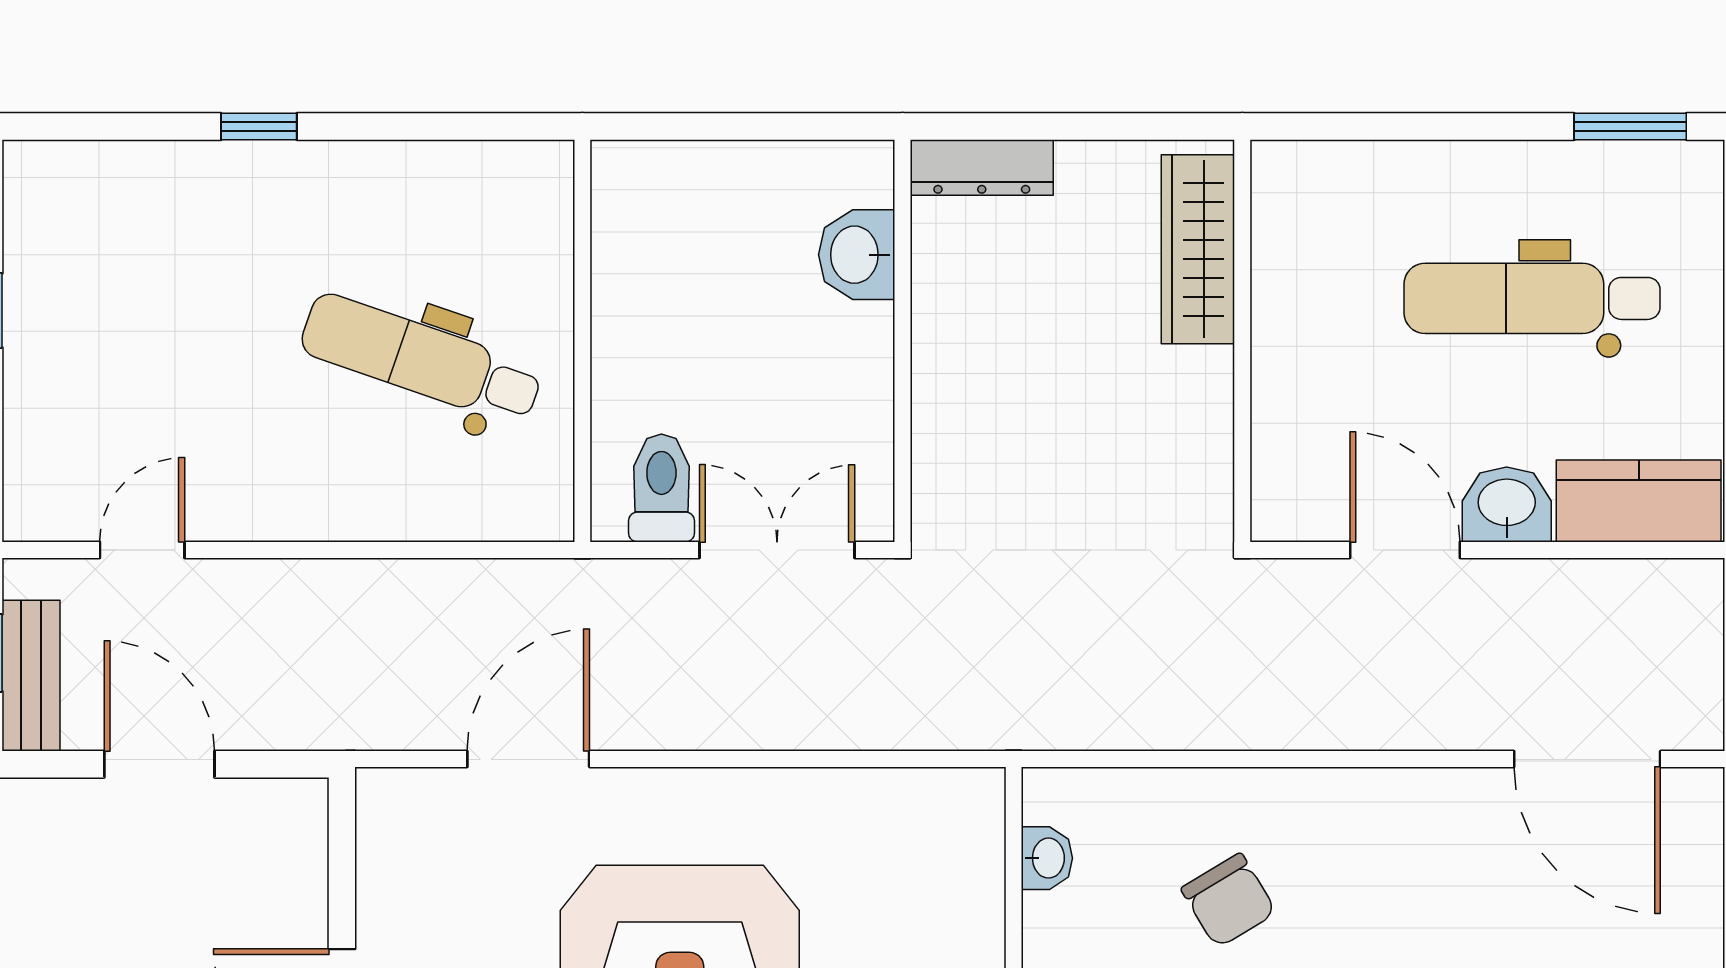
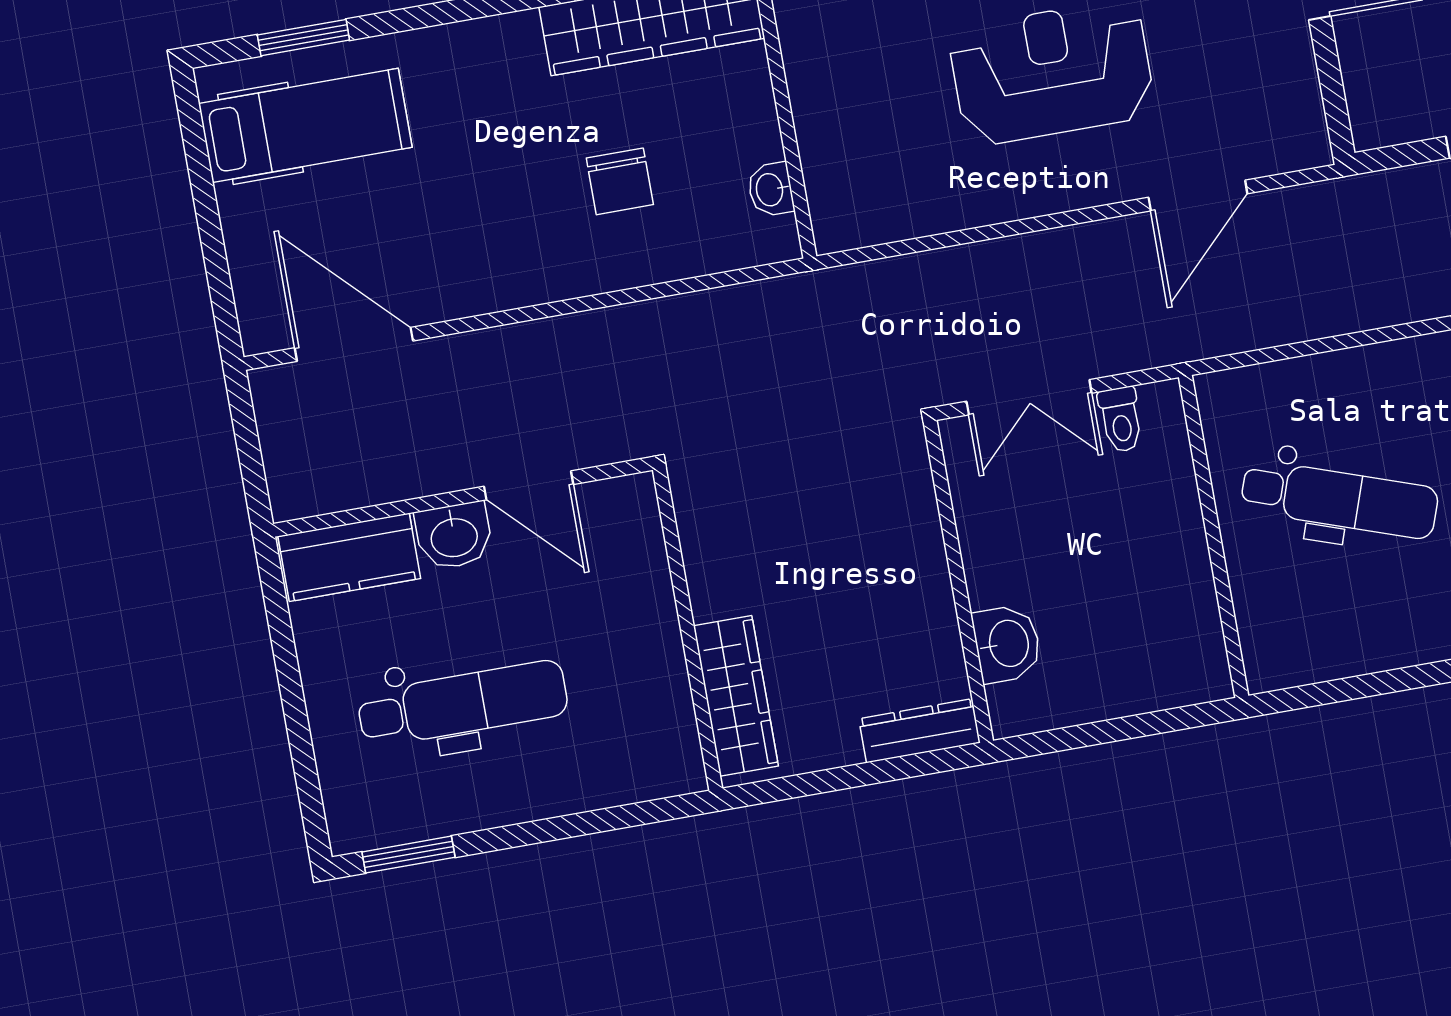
toilet: (661, 488) -> (1121, 420), width x0.73, depth x0.72
chair: (1229, 900) -> (620, 181), turned -149

